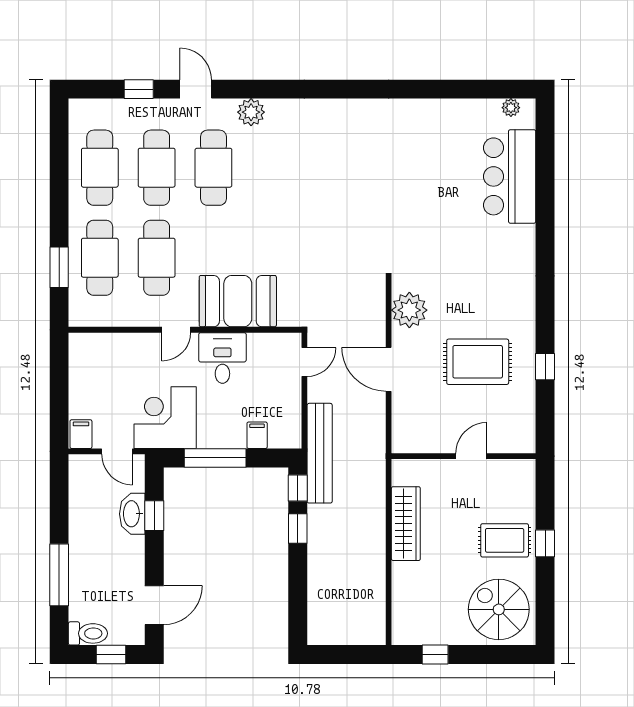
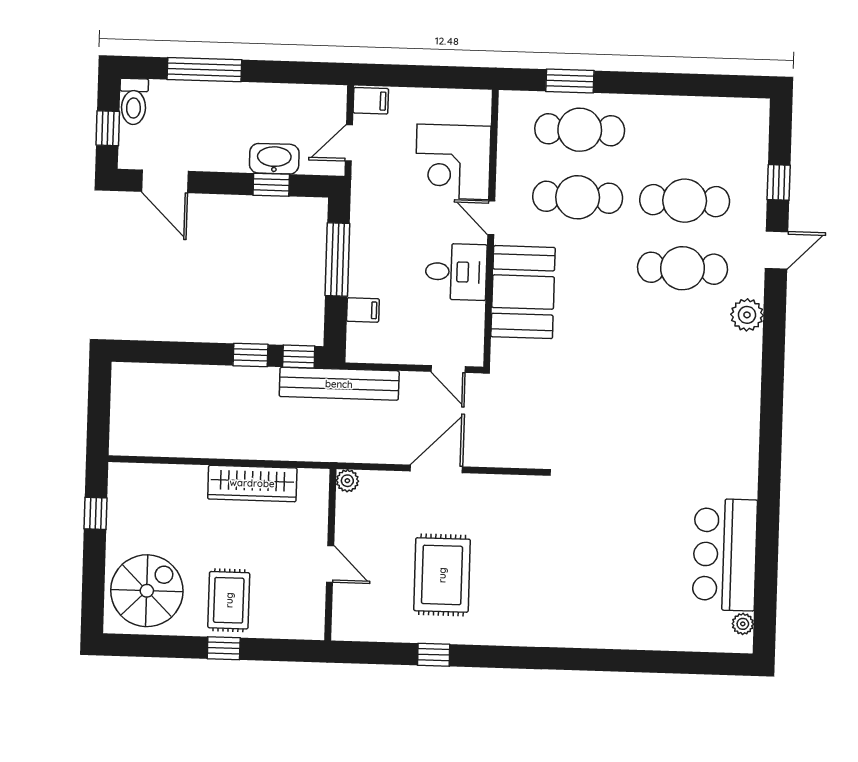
cafe table: (100, 168) -> (687, 133), removed
bar counter: (510, 176) -> (725, 555), moved, turned -90
plant: (409, 310) -> (347, 481), moved, width x0.53, depth x0.53
corner desk: (165, 418) -> (453, 162), moved, turned 180

